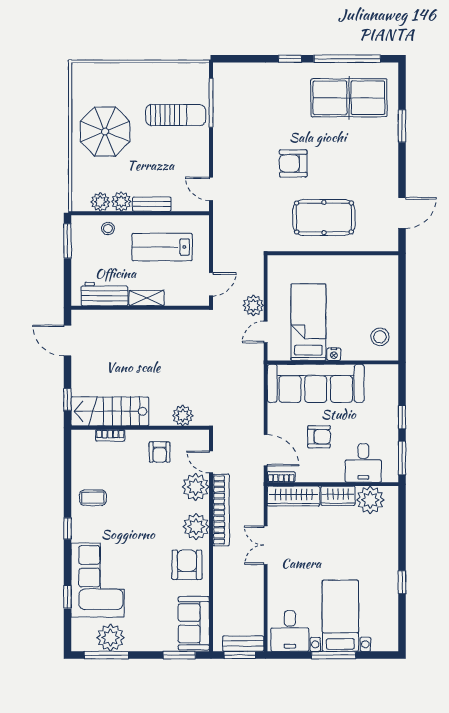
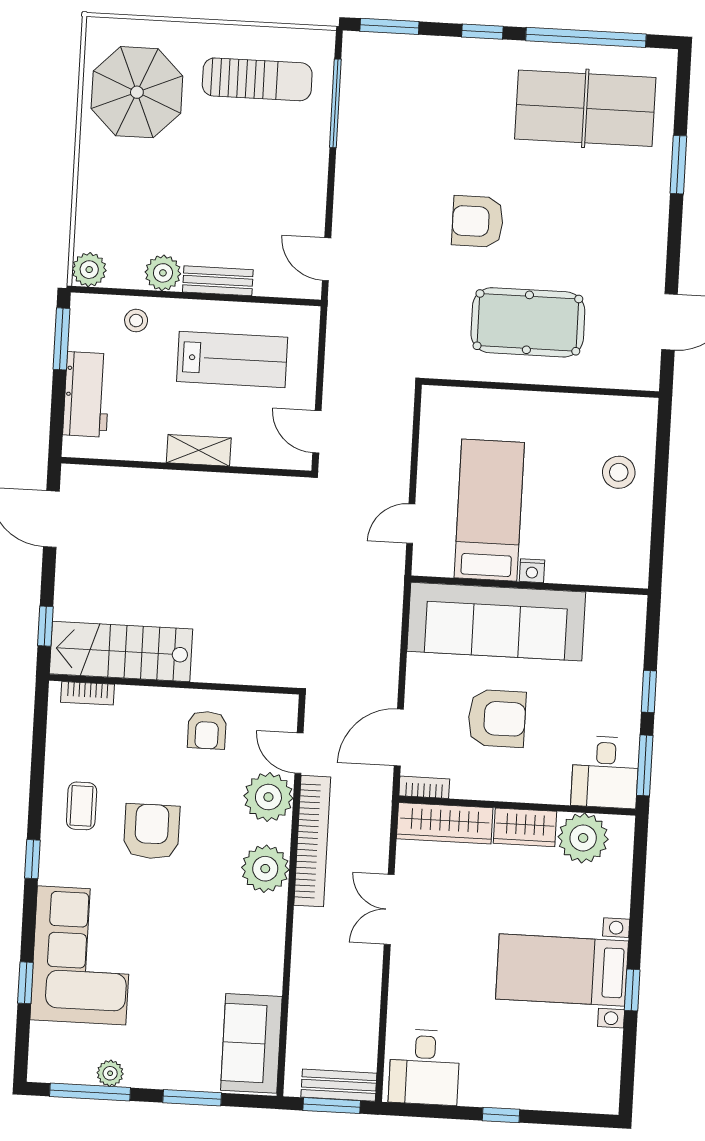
window: (239, 59) -> (389, 26), added
sun lounger: (176, 115) -> (257, 79), moved
parasol: (105, 131) -> (137, 92), moved
plant: (100, 202) -> (89, 270), moved
lab bench: (162, 247) -> (232, 359), turned 180
door: (211, 284) -> (317, 432), swing flipped
workbench: (105, 294) -> (87, 394), moved, turned 90
plant: (253, 305) -> (391, 474), removed
stool: (380, 337) -> (619, 472), moved
plant: (183, 416) -> (252, 666), removed
bookcase: (110, 435) -> (87, 693), moved
armchair: (319, 437) -> (497, 718), width x1.38, depth x1.38
door: (266, 450) -> (399, 738), swing flipped
desk: (363, 463) -> (605, 772), moved
coffee table: (93, 498) -> (82, 806), turned 90
armchair: (187, 565) -> (152, 832), moved
bed with nightstands: (340, 616) -> (562, 970), moved, turned -90
plant: (110, 638) -> (110, 1073), width x0.53, depth x0.53
window: (179, 655) -> (192, 1098), moved
window: (334, 655) -> (501, 1115), width x0.46

